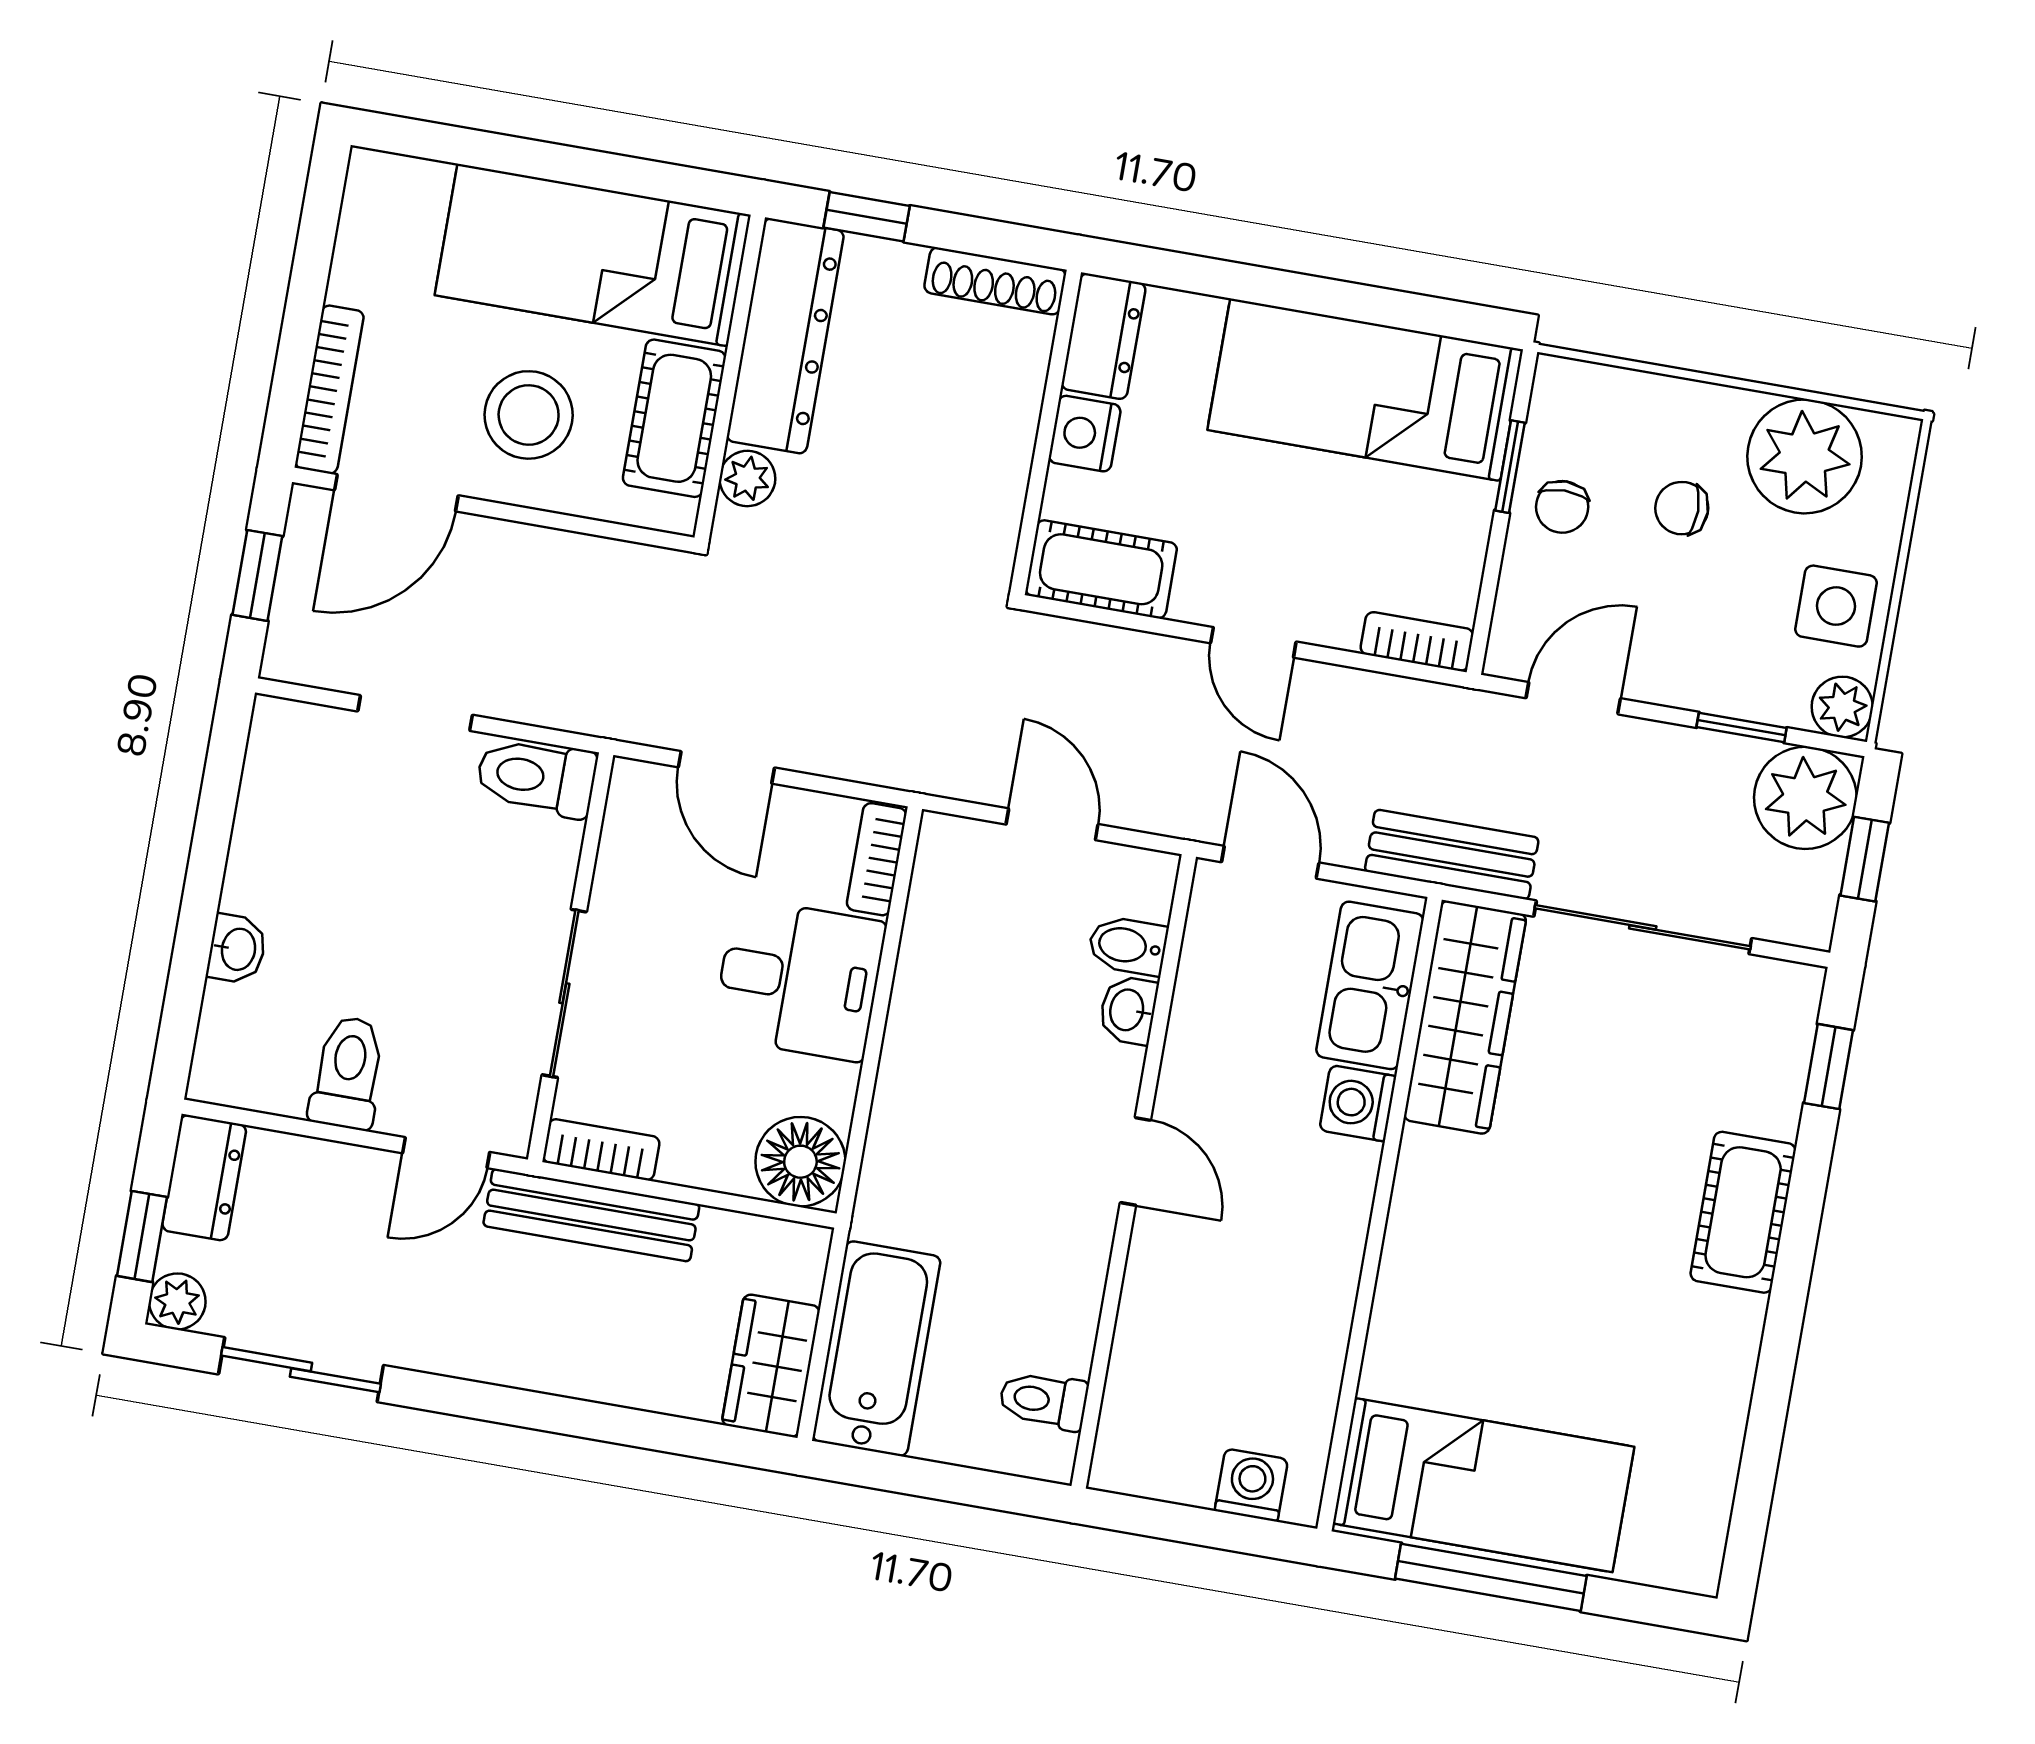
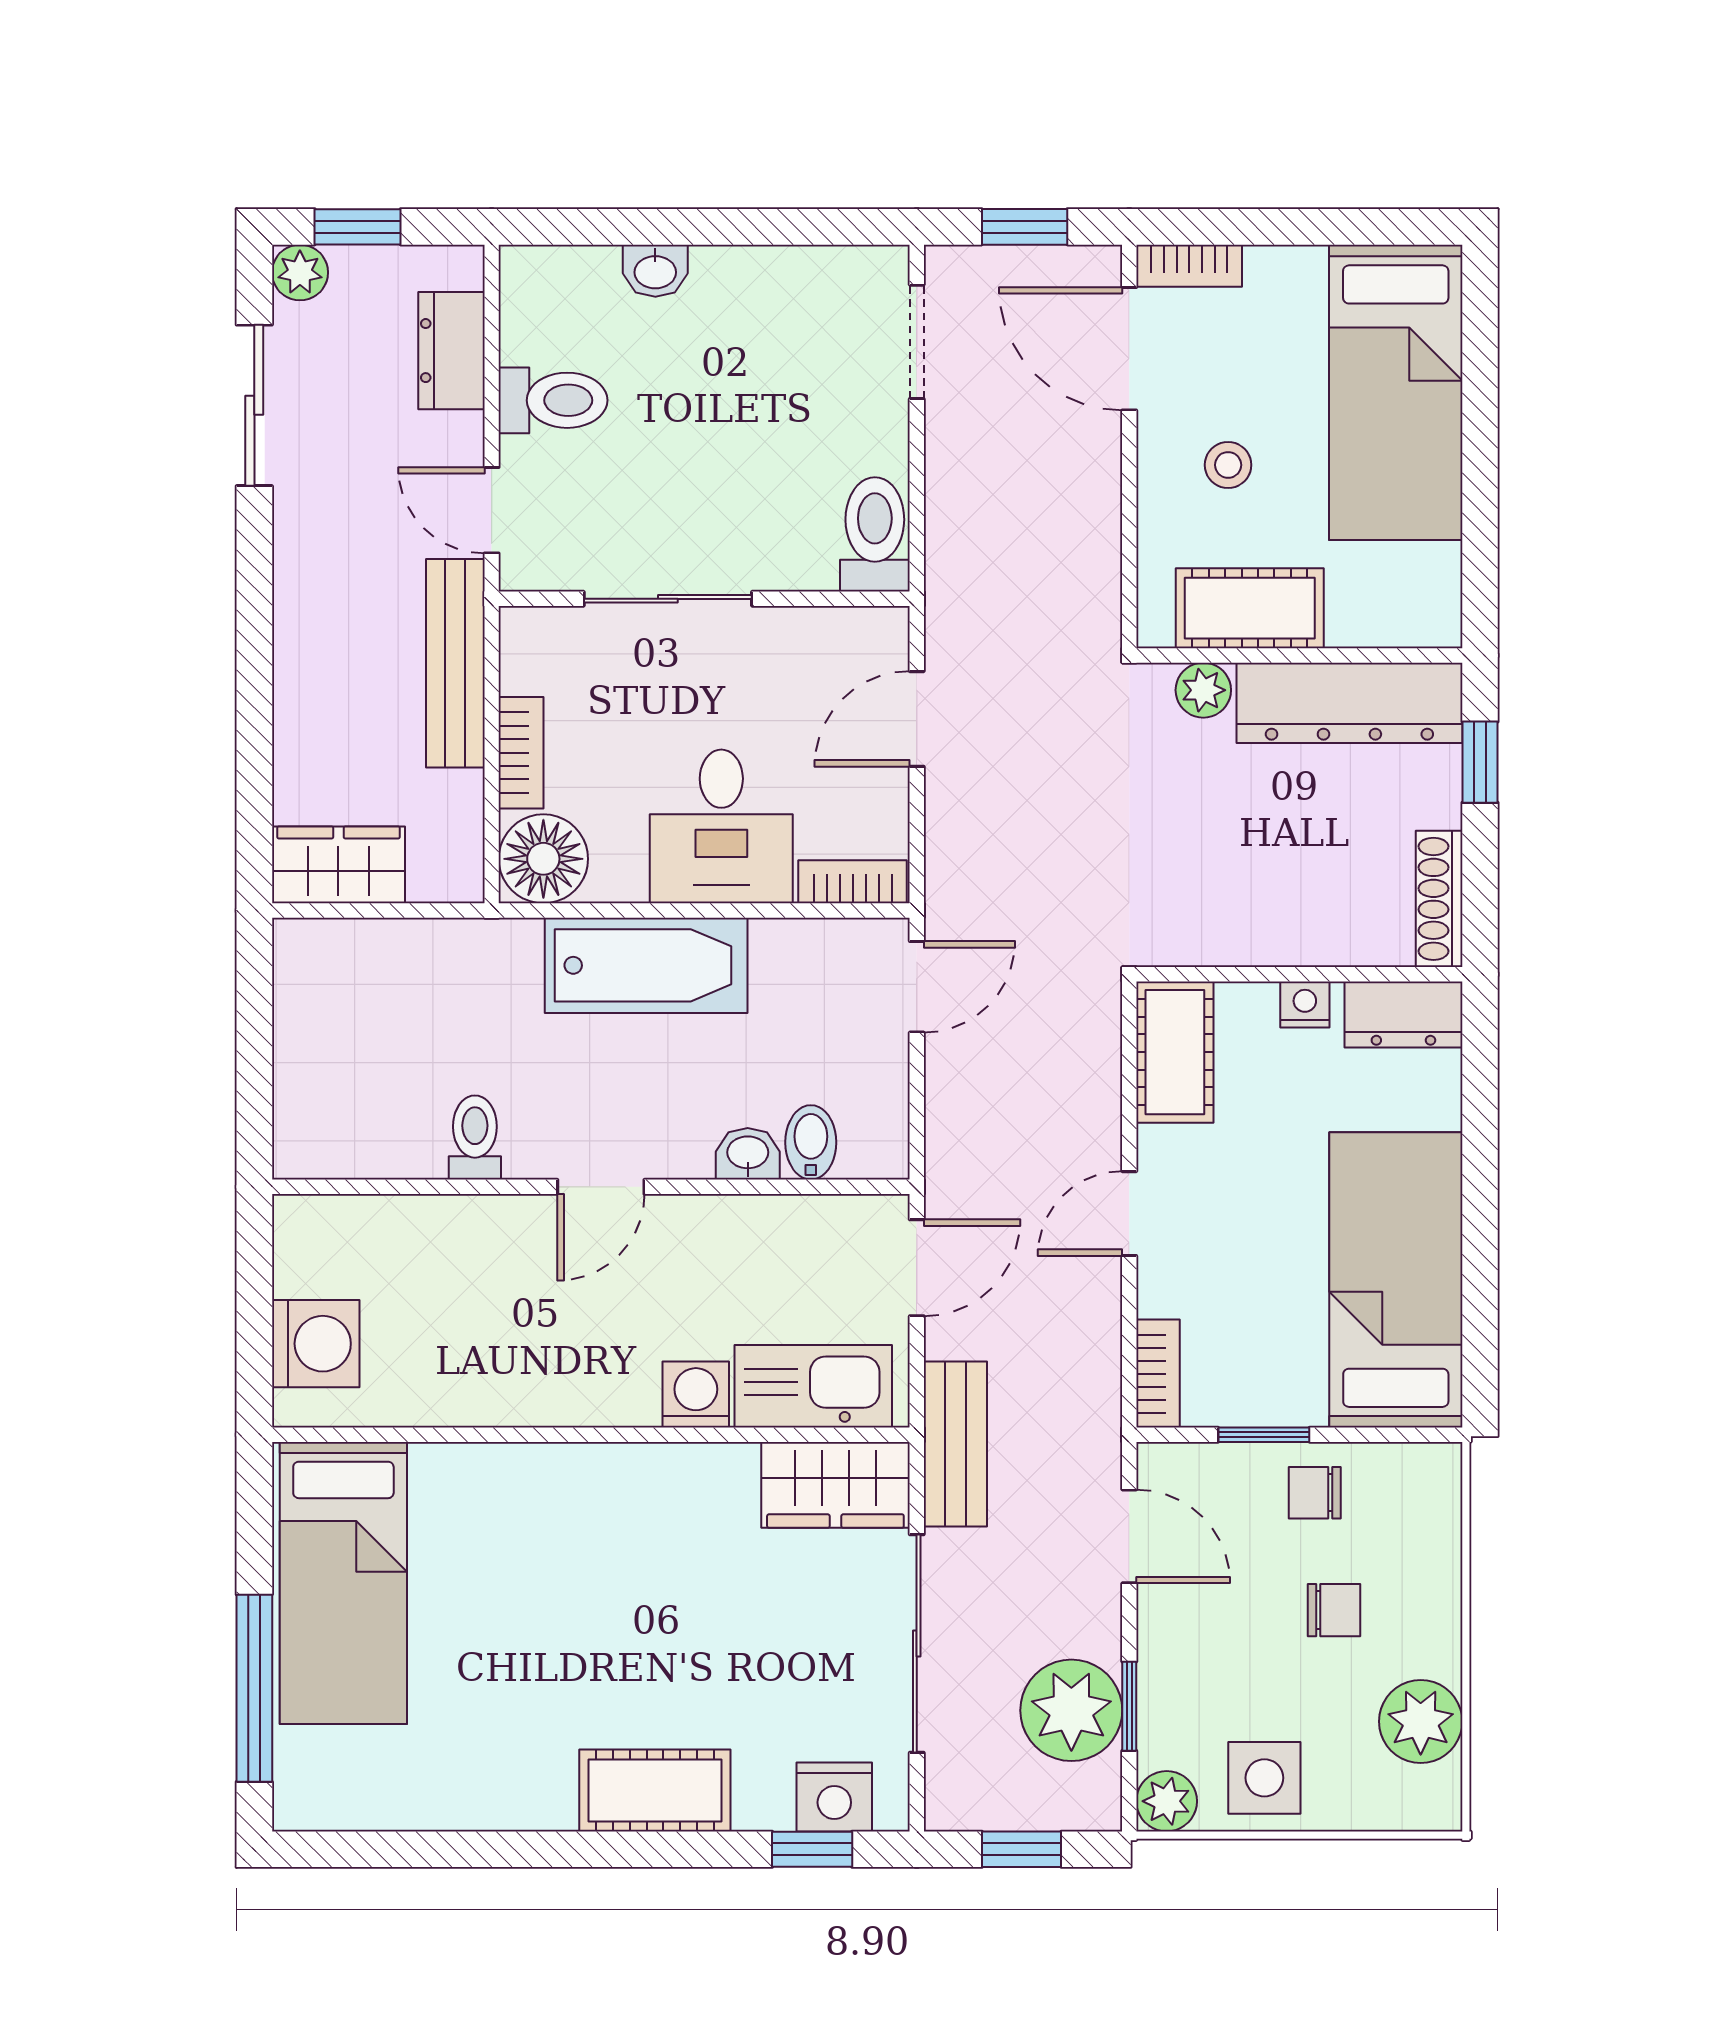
bed: (593, 255) -> (1396, 392), moved, turned 180
bookcase: (329, 390) -> (1189, 266), width x0.64
stool: (529, 415) -> (1228, 465), width x0.53, depth x0.53
nightstand: (1085, 434) -> (1305, 1005), width x0.72, depth x0.74
plant: (1805, 456) -> (1421, 1721), width x0.73, depth x0.73
window: (1510, 467) -> (1264, 1435), moved
chair: (1682, 508) -> (1334, 1610), turned 90
doorway: (415, 713) -> (917, 342), moved
plant: (1805, 798) -> (1071, 1710), moved
door: (1052, 824) -> (917, 987), moved
wardrobe: (1465, 1017) -> (835, 1485), width x0.67
nightstand: (1780, 1036) -> (834, 1797), added
bookcase: (601, 1150) -> (521, 753), moved
dresser: (204, 1178) -> (452, 351), moved, turned 90
bathtub: (877, 1349) -> (646, 965), moved
toilet: (1043, 1400) -> (475, 1137), moved
washing machine: (1251, 1485) -> (316, 1344), width x1.38, depth x1.38
window: (1491, 1577) -> (254, 1688), moved

